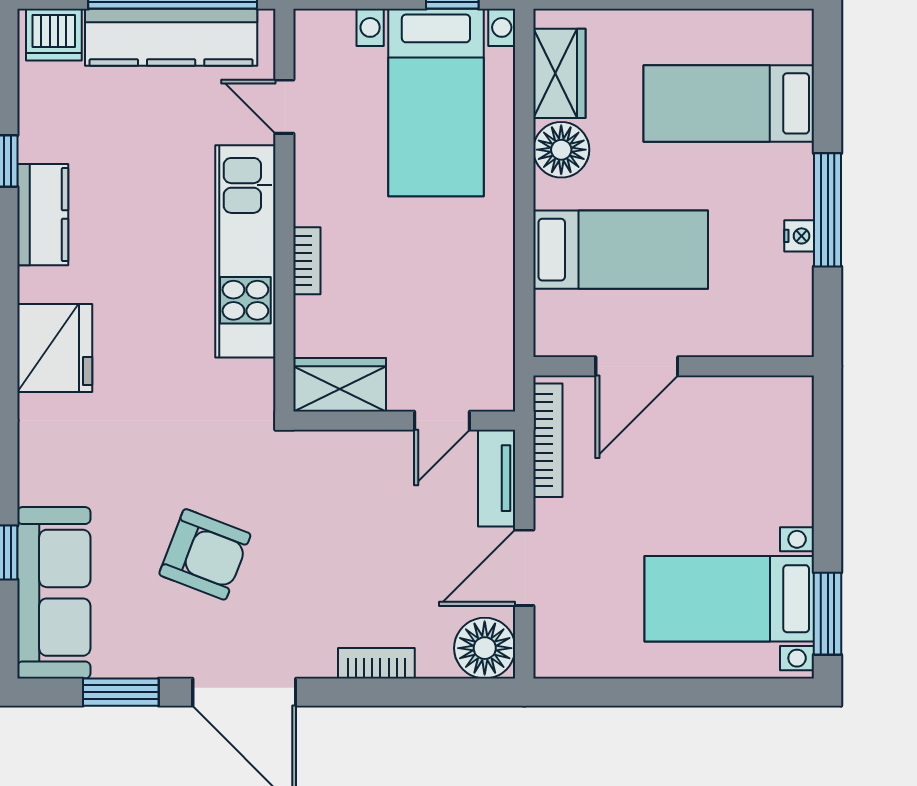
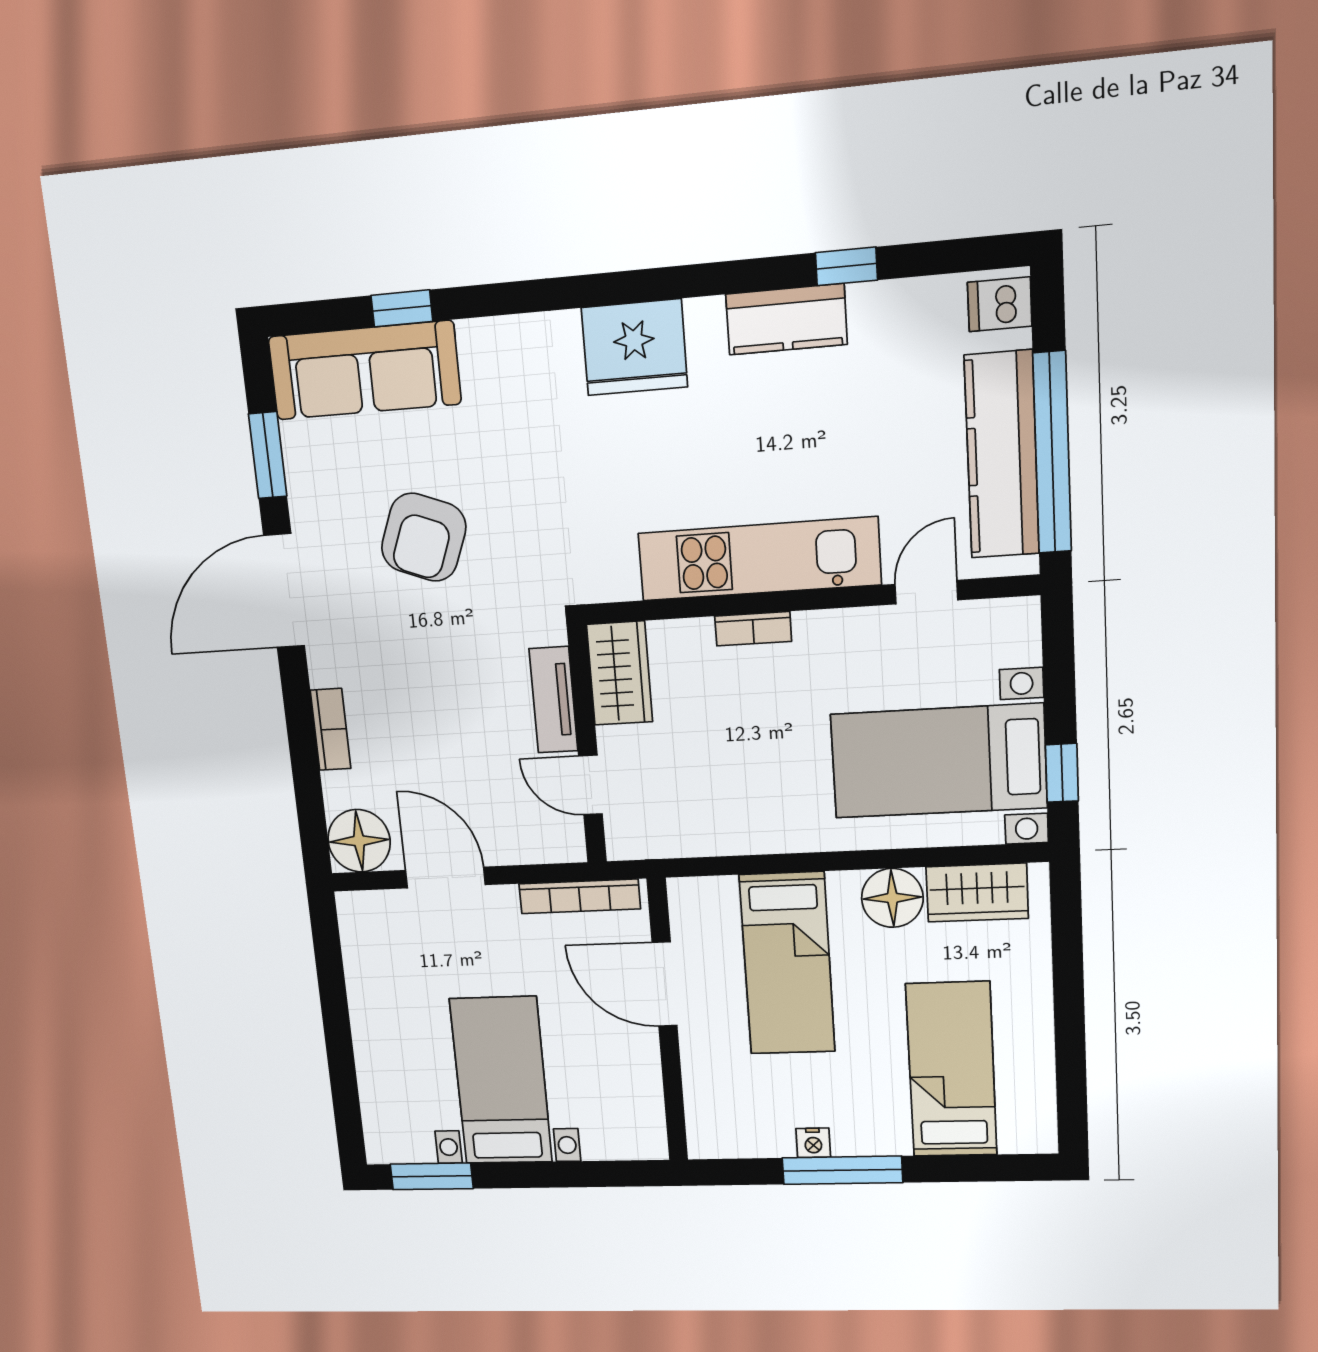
dishwasher: (54, 35) -> (1000, 304), width x0.73
tv unit: (497, 478) -> (553, 700), moved, turned -90
bed with nightstands: (729, 599) -> (501, 1081), moved

